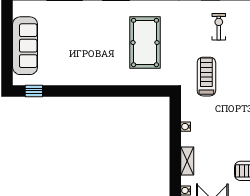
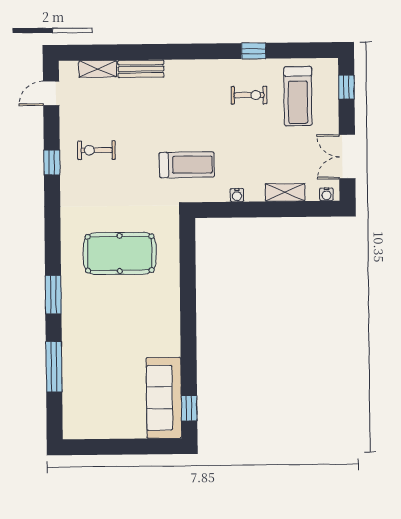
sofa: (25, 46) -> (164, 398), moved, turned -90
treadmill: (206, 77) -> (187, 165), moved, turned 180

